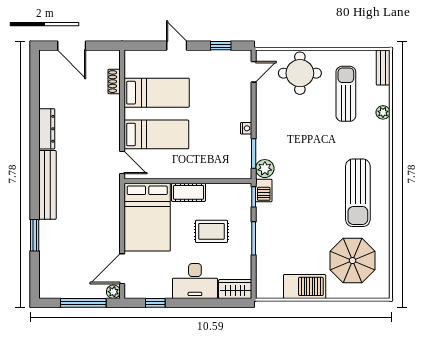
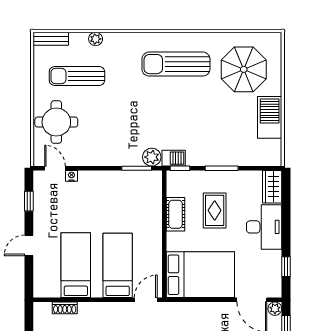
nightstand: (246, 128) -> (71, 176), moved
cot: (188, 192) -> (176, 214), moved
sun lounger: (358, 193) -> (176, 64), turned 180

